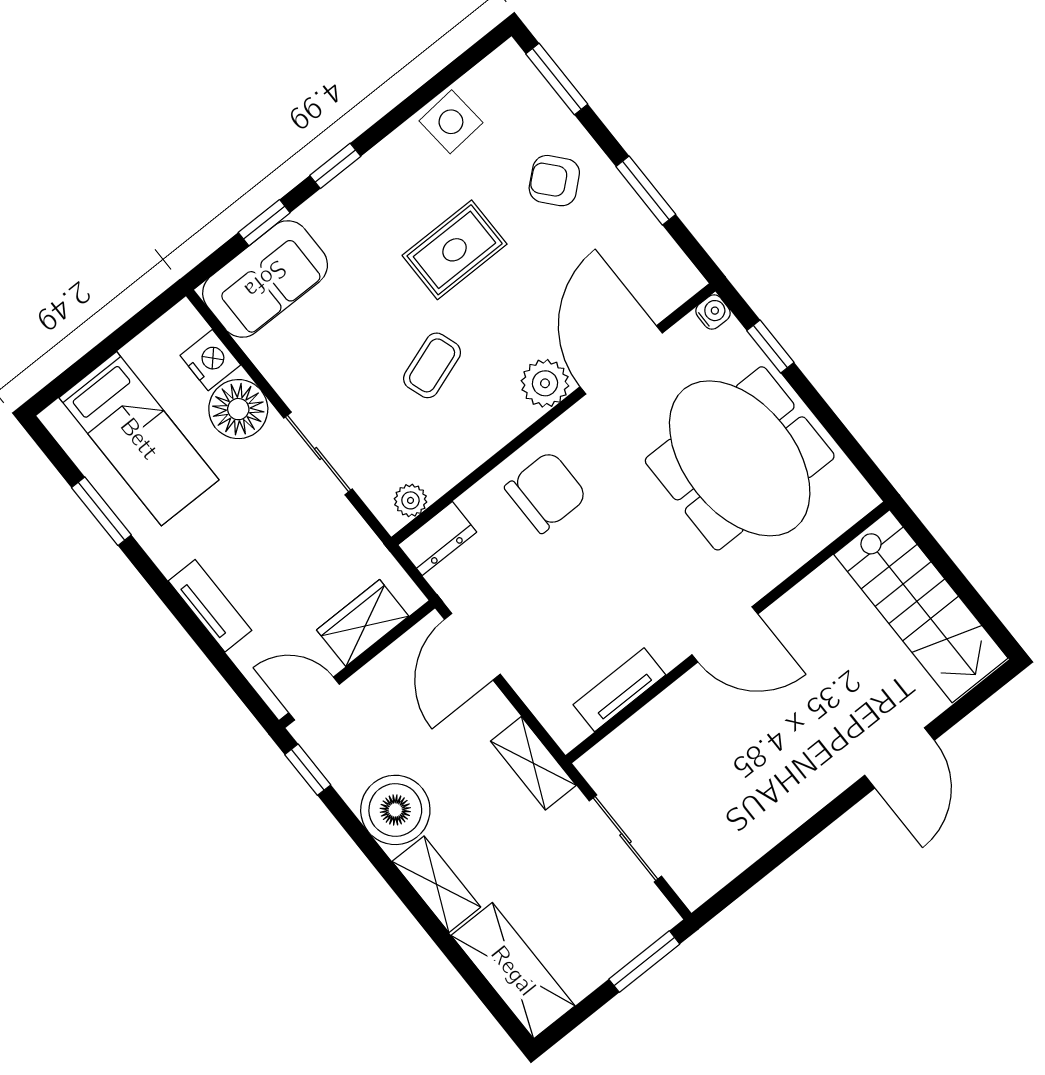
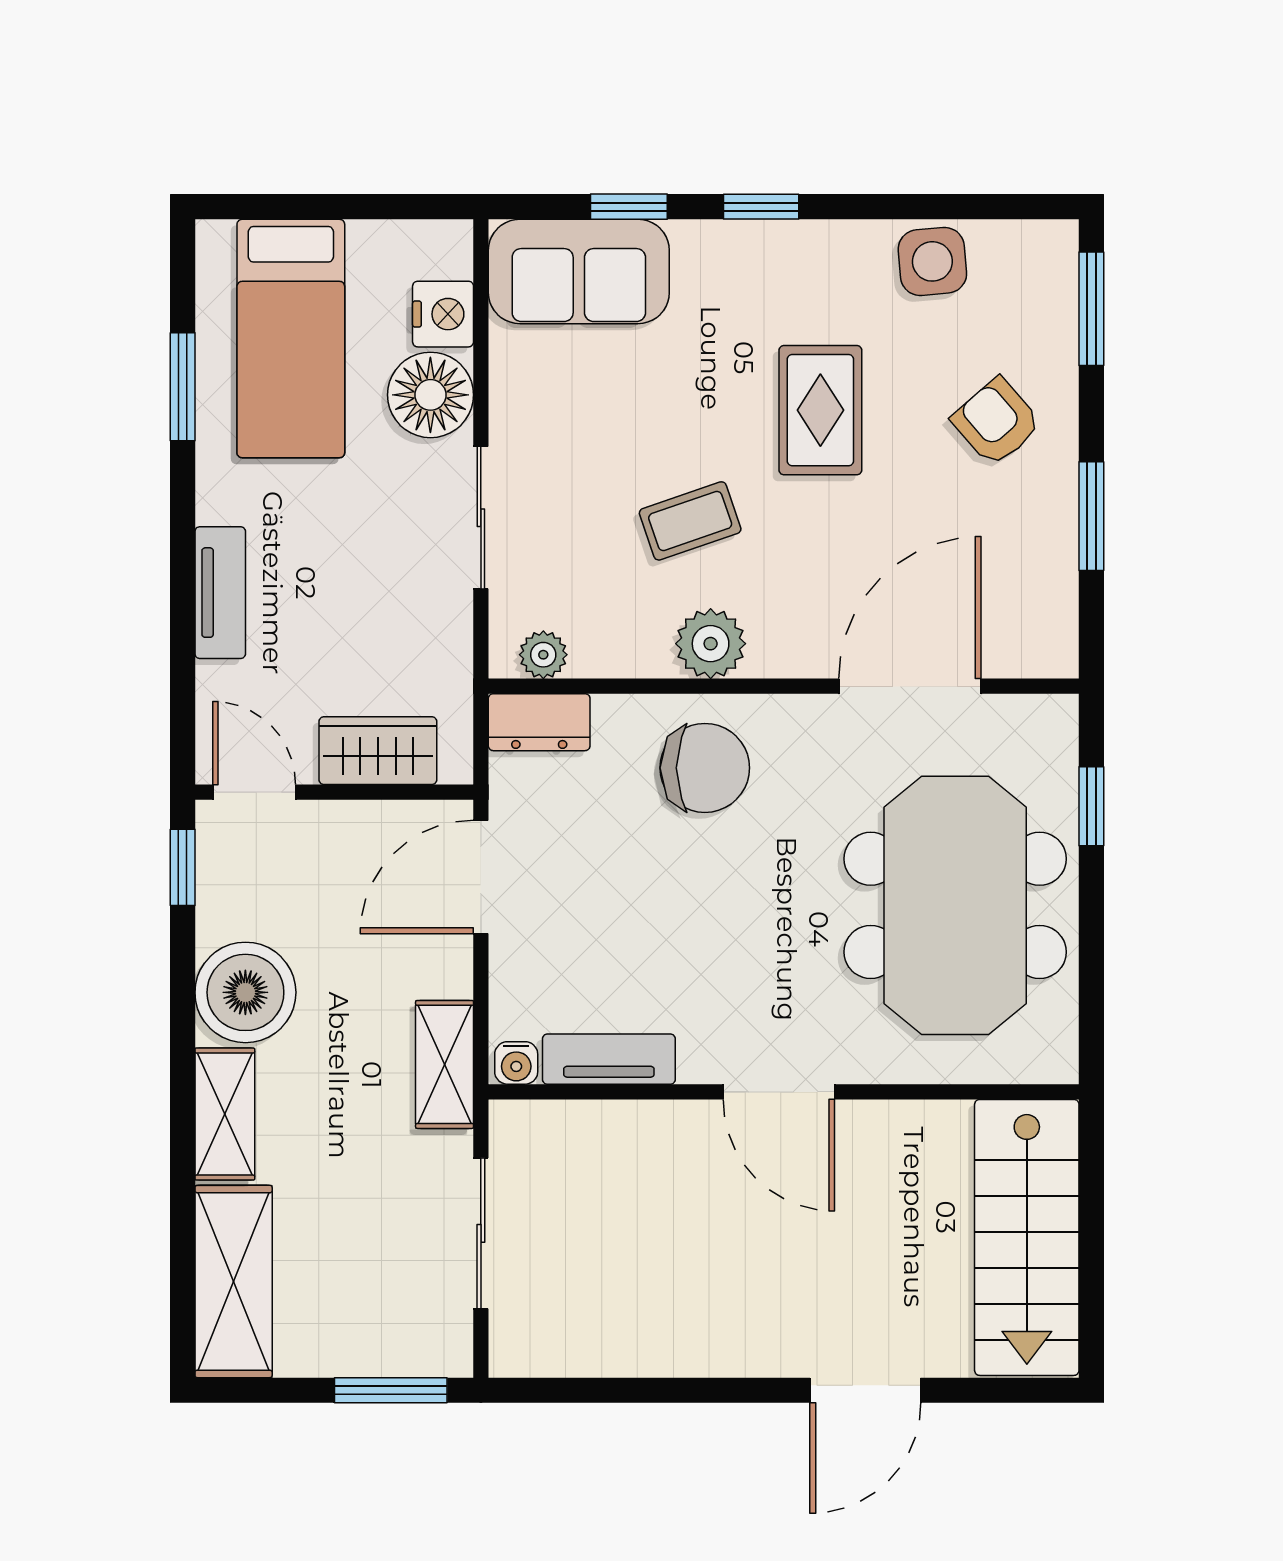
rug: (455, 250) -> (820, 410), turned 90
water cooler: (713, 312) -> (516, 1063), moved, turned 90
plant: (545, 383) -> (711, 644), moved

